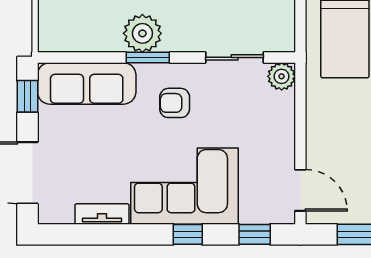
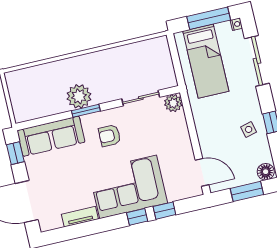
window: (255, 234) -> (164, 211), moved

